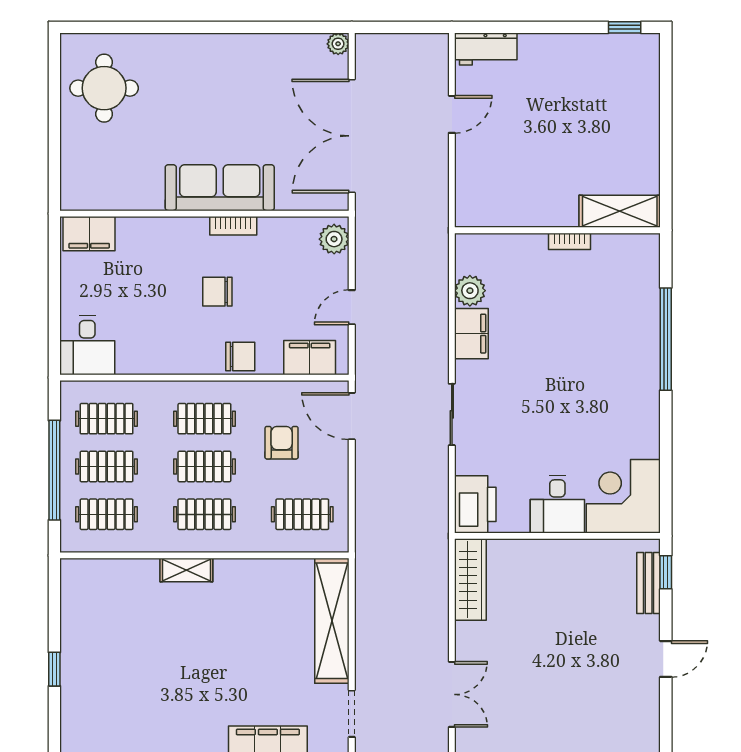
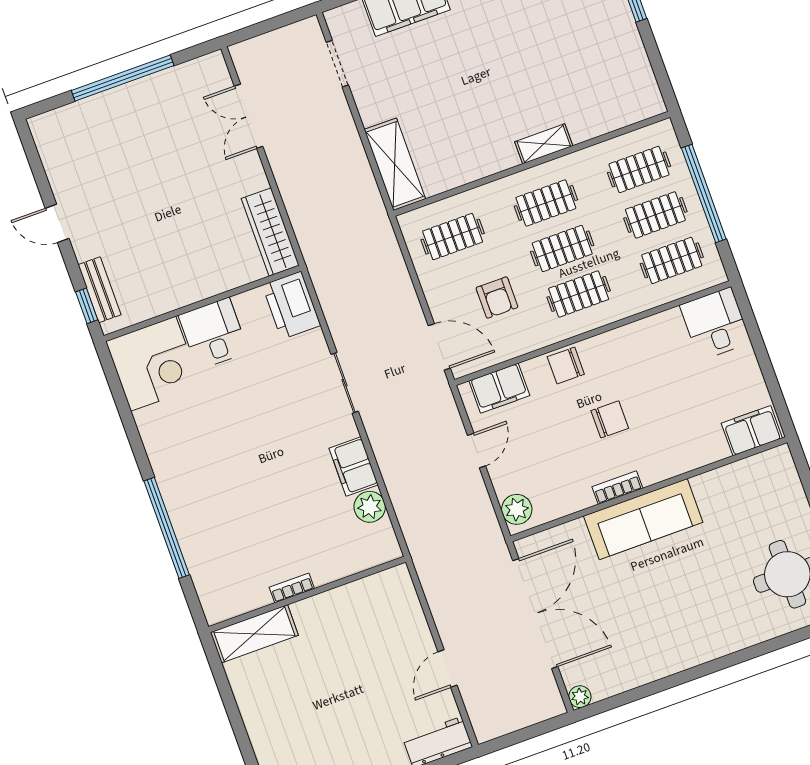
shelving: (332, 621) -> (395, 164), width x0.68
door: (666, 659) -> (57, 223), hinge flipped

